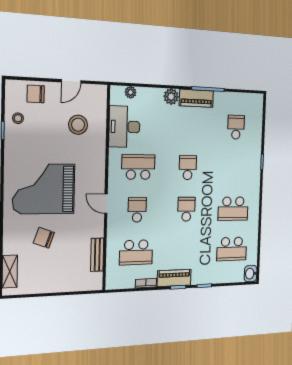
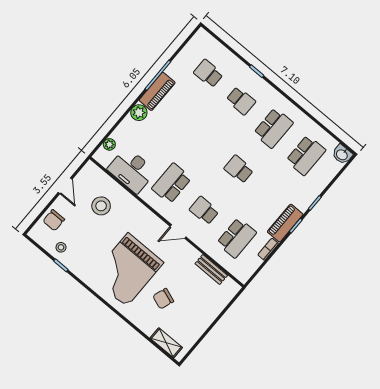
school desk: (188, 168) -> (241, 101), moved, turned 180

